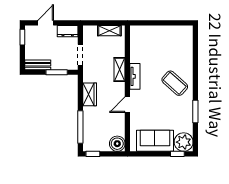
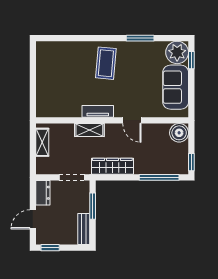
door: (46, 23) -> (33, 219), hinge flipped
coffee table: (175, 83) -> (106, 63), turned -37
wardrobe: (90, 94) -> (112, 166), width x1.50

